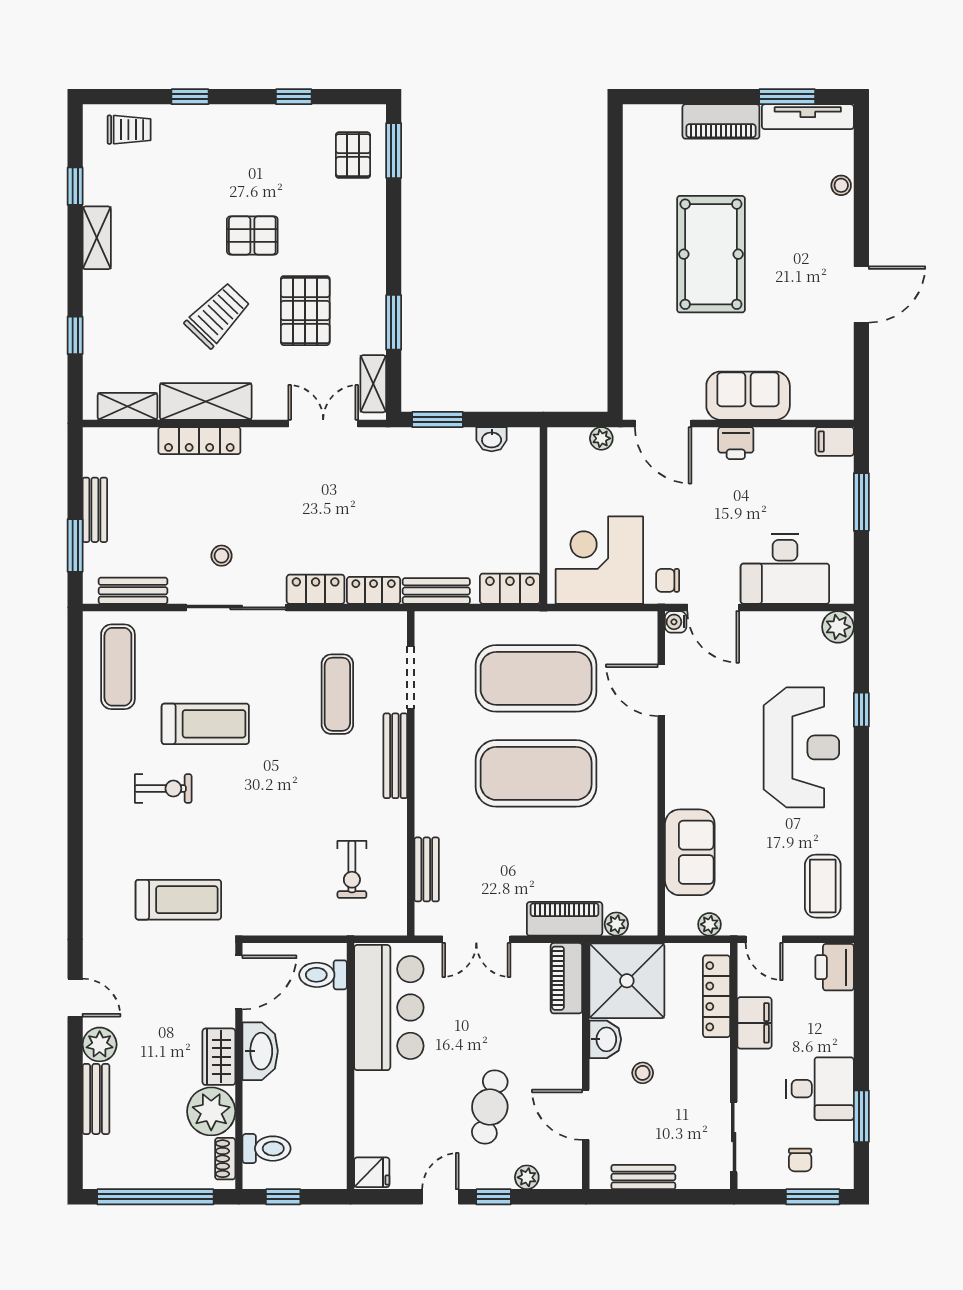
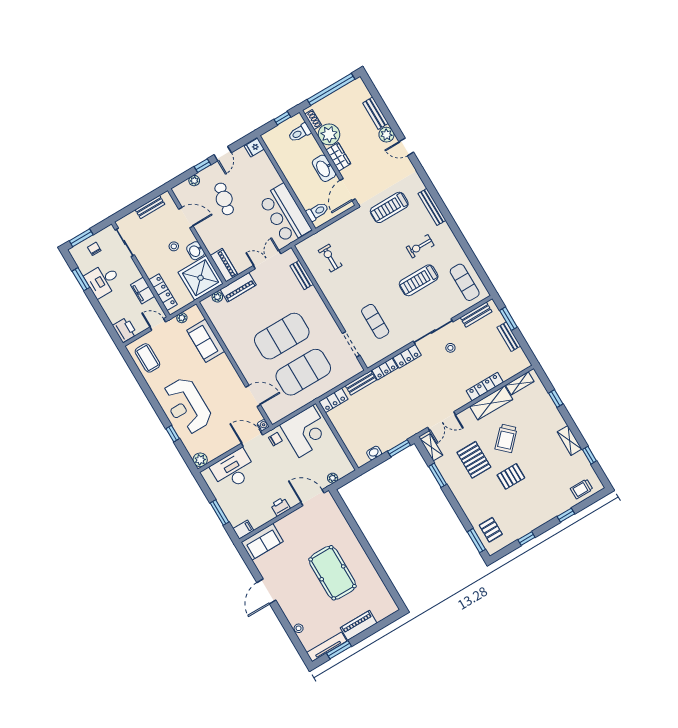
sofa: (748, 396) -> (262, 542), moved
bench: (395, 756) -> (432, 207), moved

